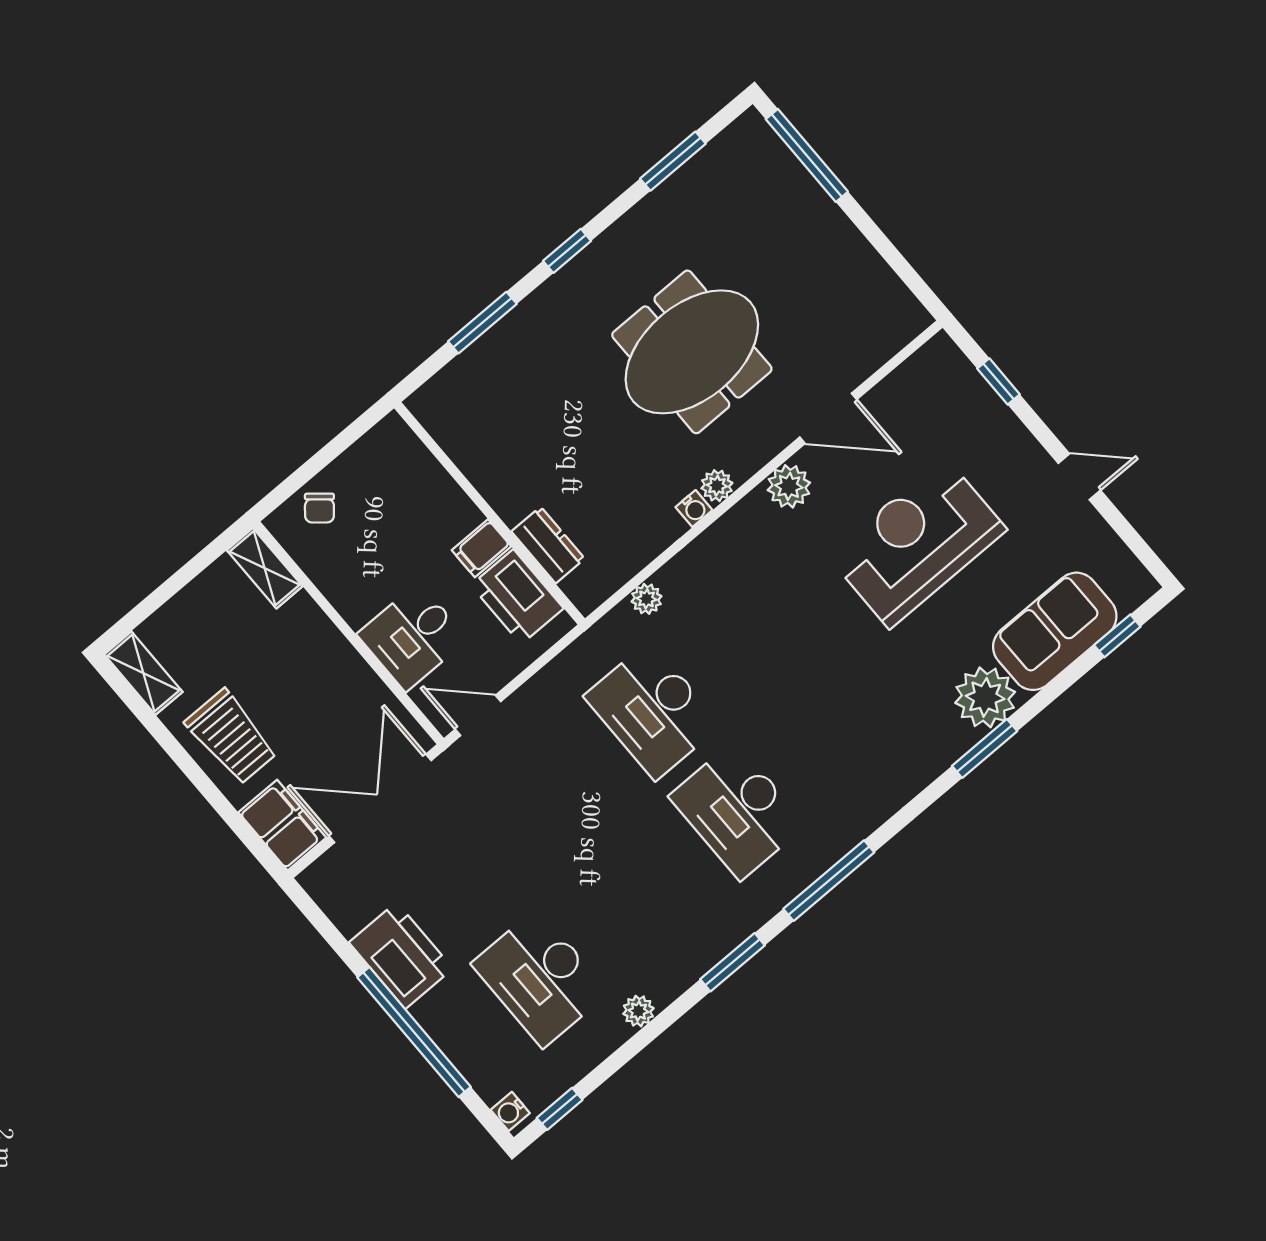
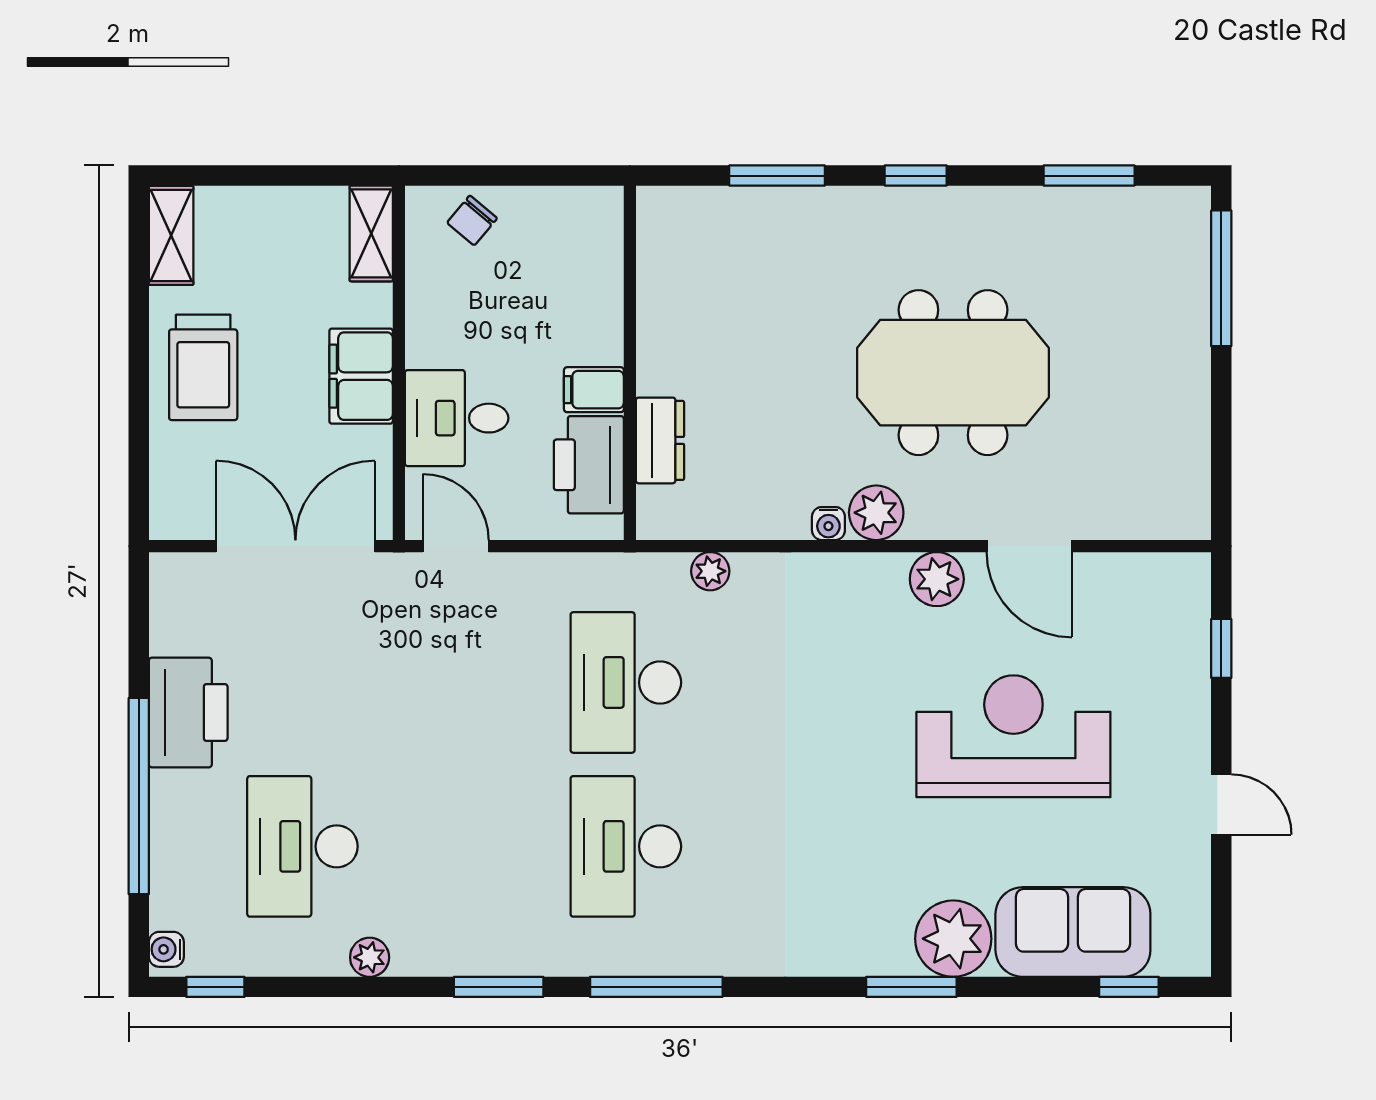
plant: (717, 486) -> (876, 513), width x1.38, depth x1.38
filing cabinet: (282, 825) -> (361, 376), moved, turned 180

